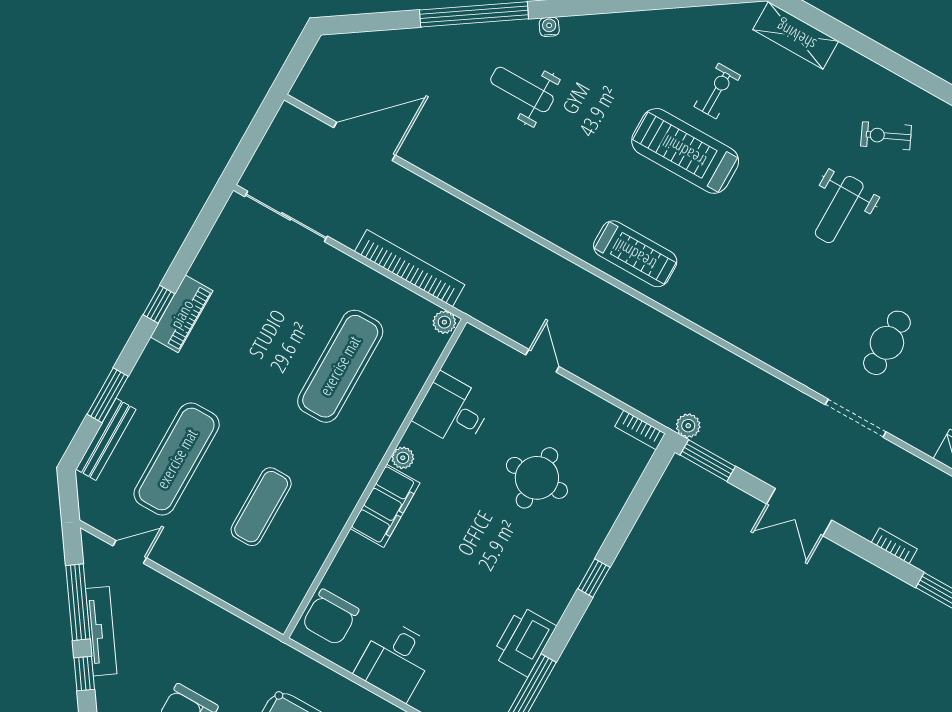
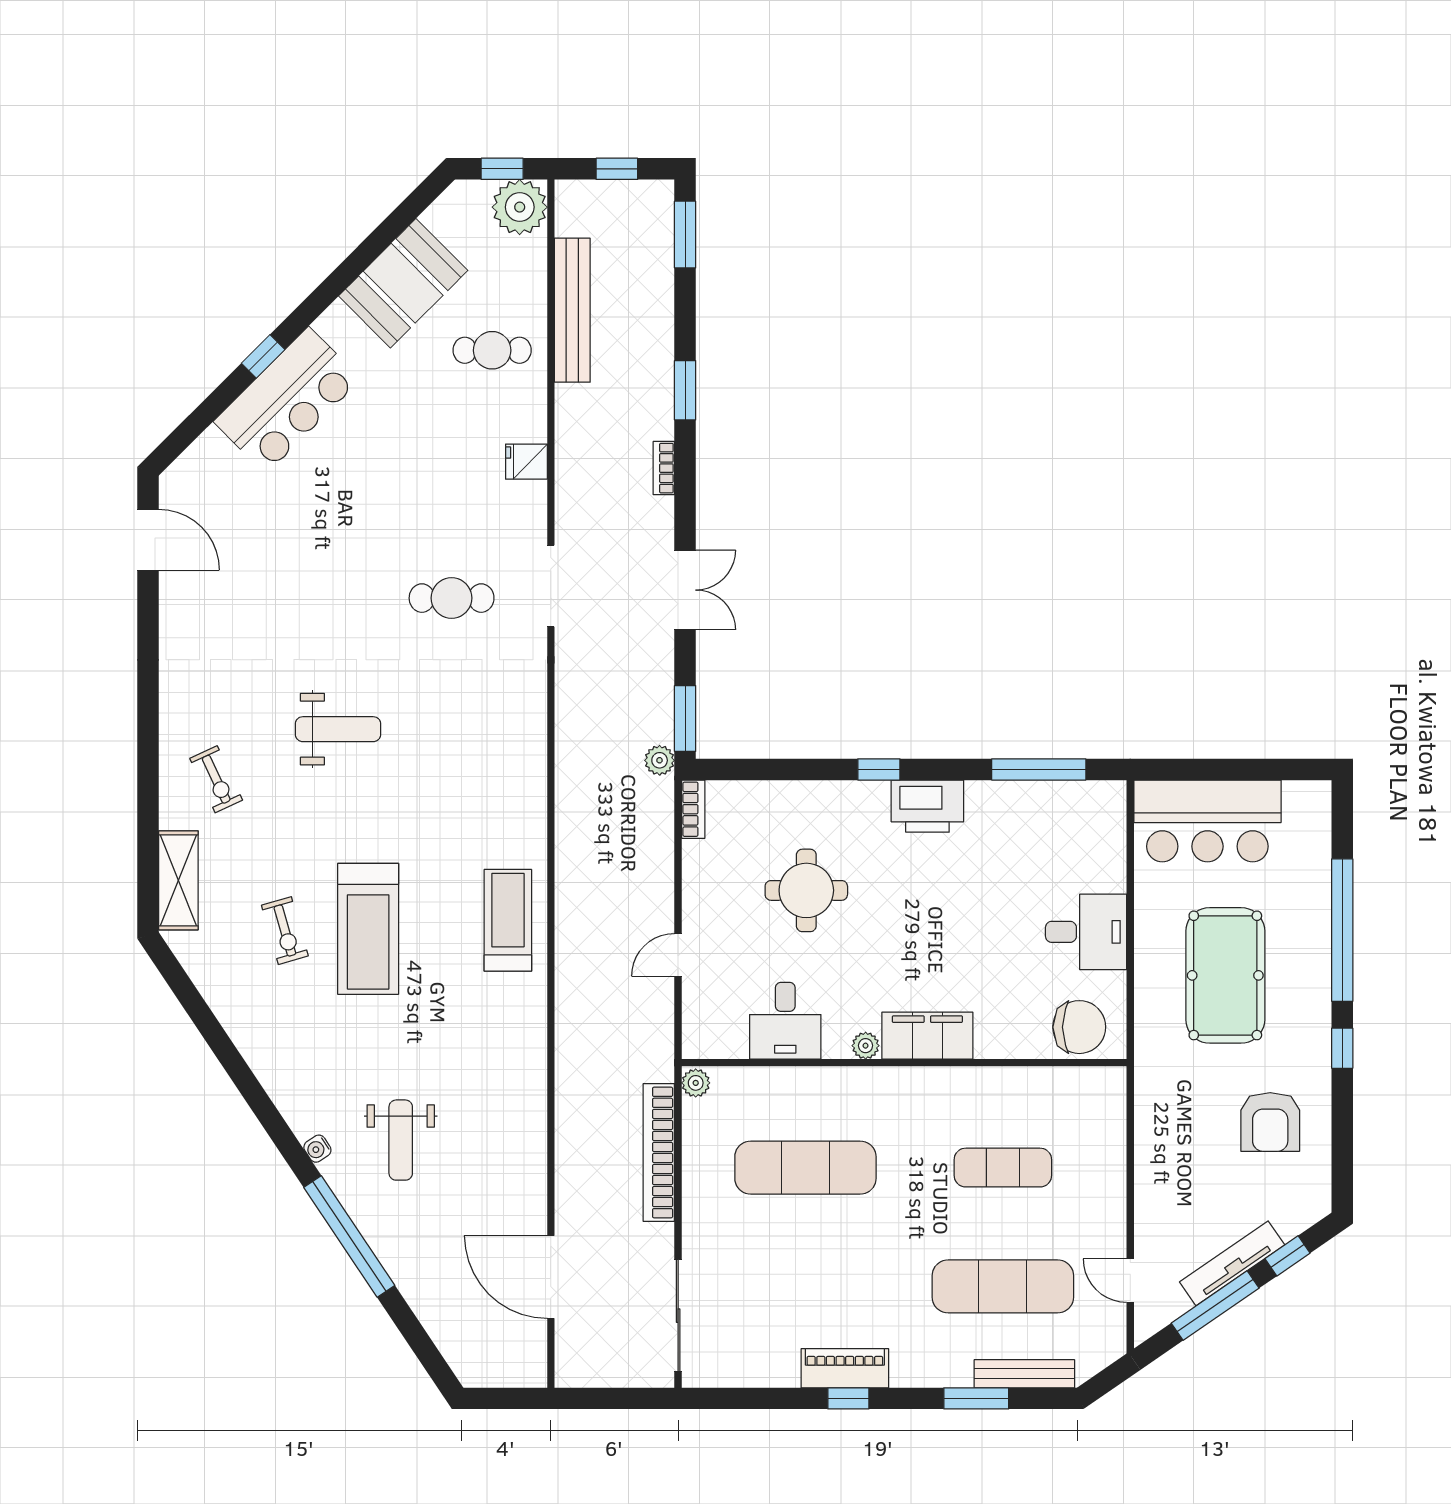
exercise bike: (717, 91) -> (285, 931), turned -106
exercise bike: (886, 136) -> (216, 779), moved
printer: (524, 641) -> (927, 806), moved

